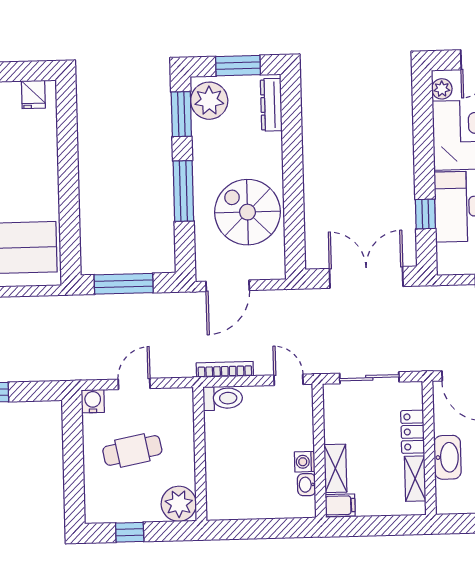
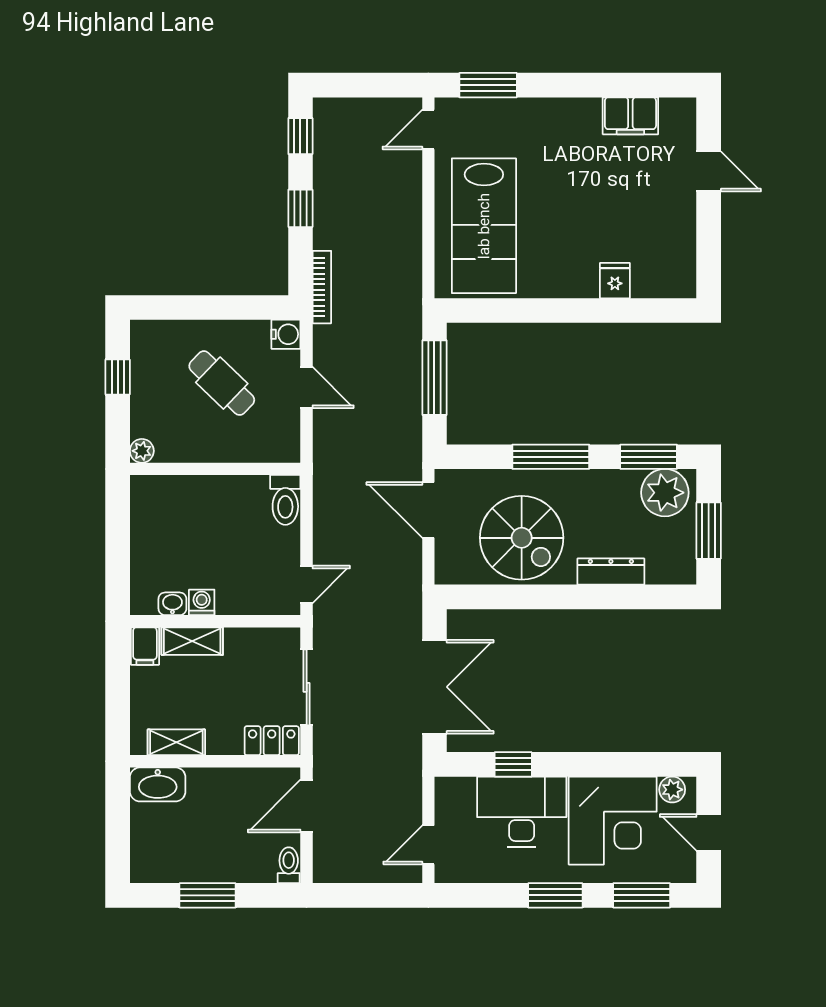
fridge: (33, 94) -> (615, 281), moved, turned 90
dresser: (271, 105) -> (611, 572), moved
spiral stairs: (248, 212) -> (522, 538), turned 90
bookcase: (225, 369) -> (322, 287), moved
locker: (413, 432) -> (272, 741), moved
cafe table: (132, 450) -> (222, 383), turned -35
washbasin: (448, 457) -> (158, 784), moved
plant: (179, 504) -> (142, 451), width x0.53, depth x0.53

